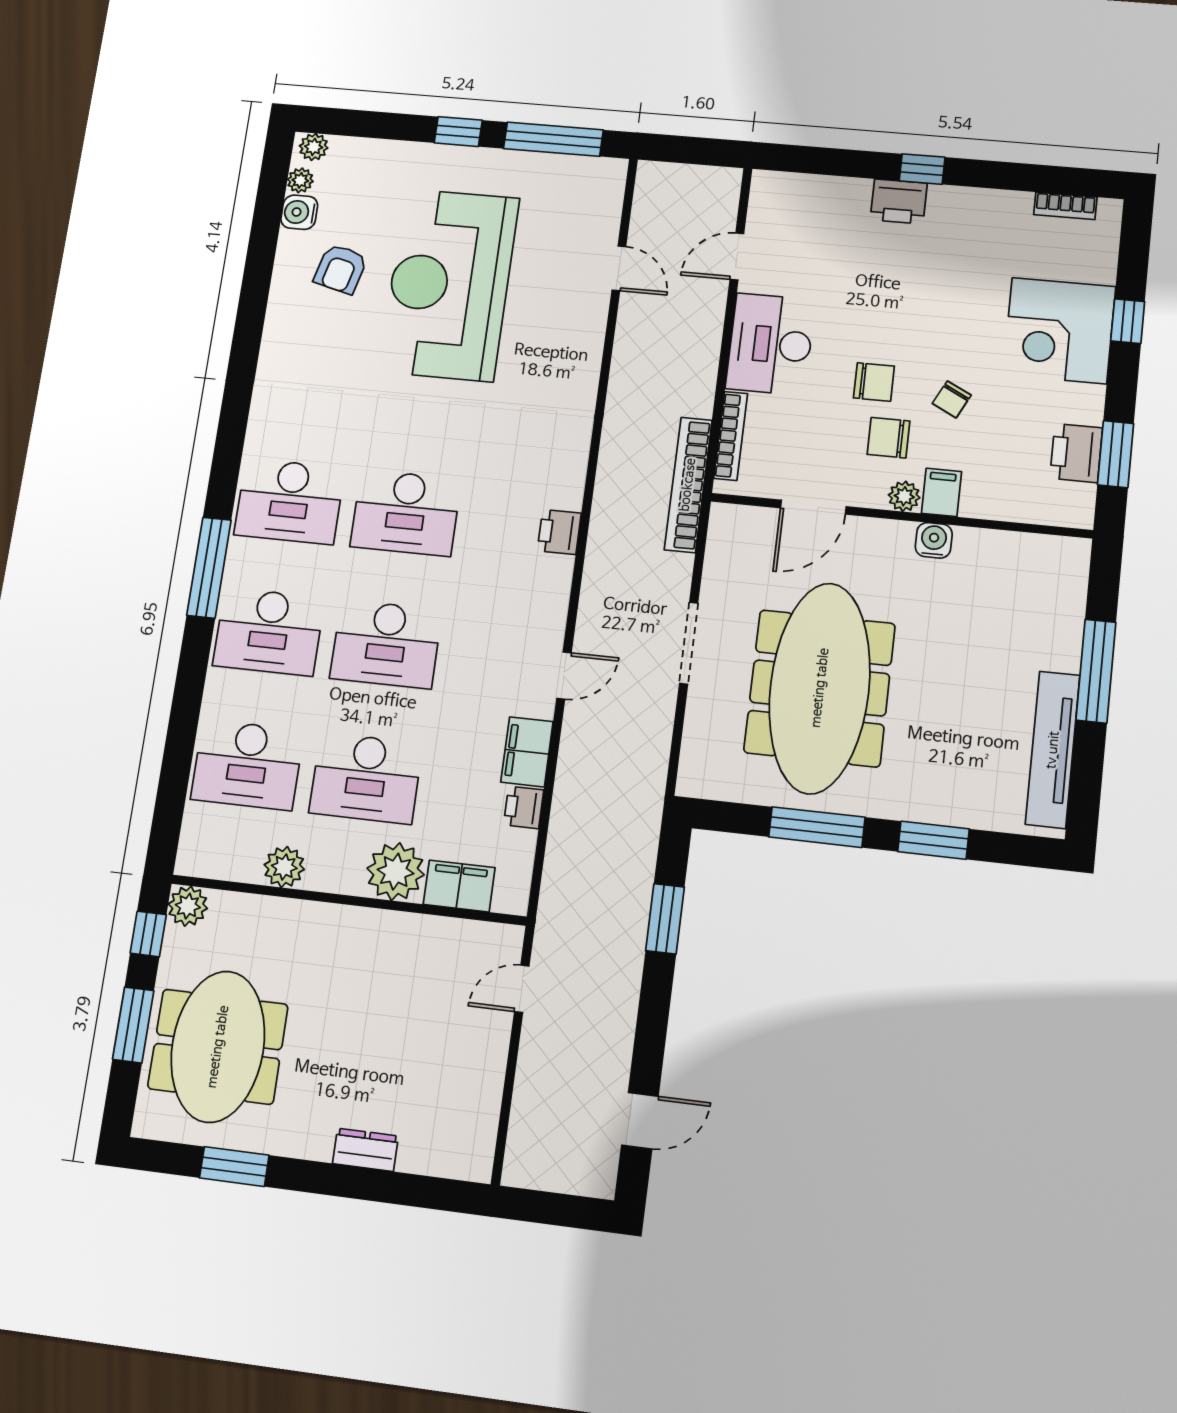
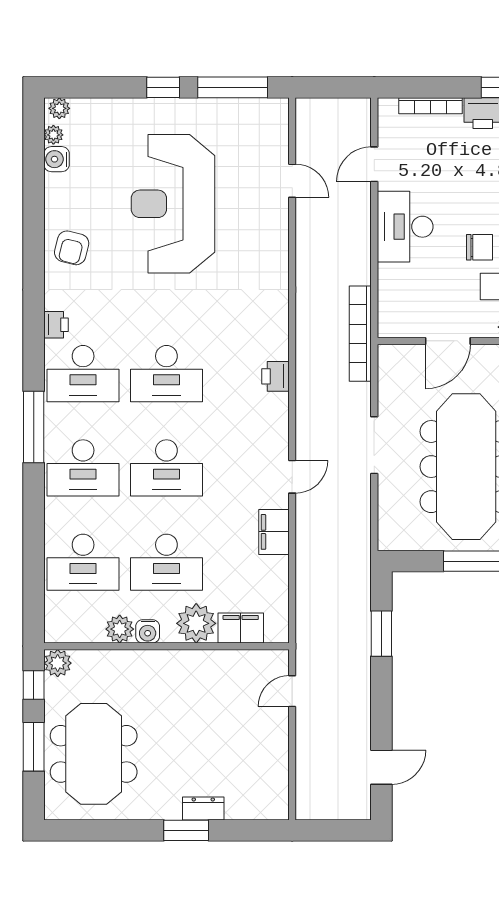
armchair: (341, 269) -> (72, 248), moved
bookcase: (731, 436) -> (431, 106), moved, turned 90
printer: (524, 807) -> (56, 325), moved, turned 180
water cooler: (324, 875) -> (148, 631), added
window: (234, 1167) -> (186, 830), moved

